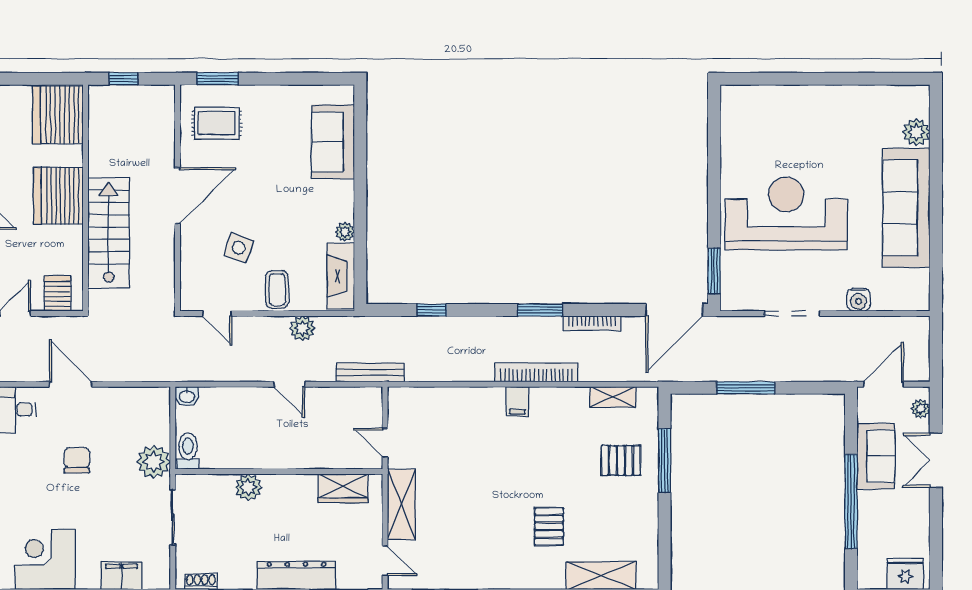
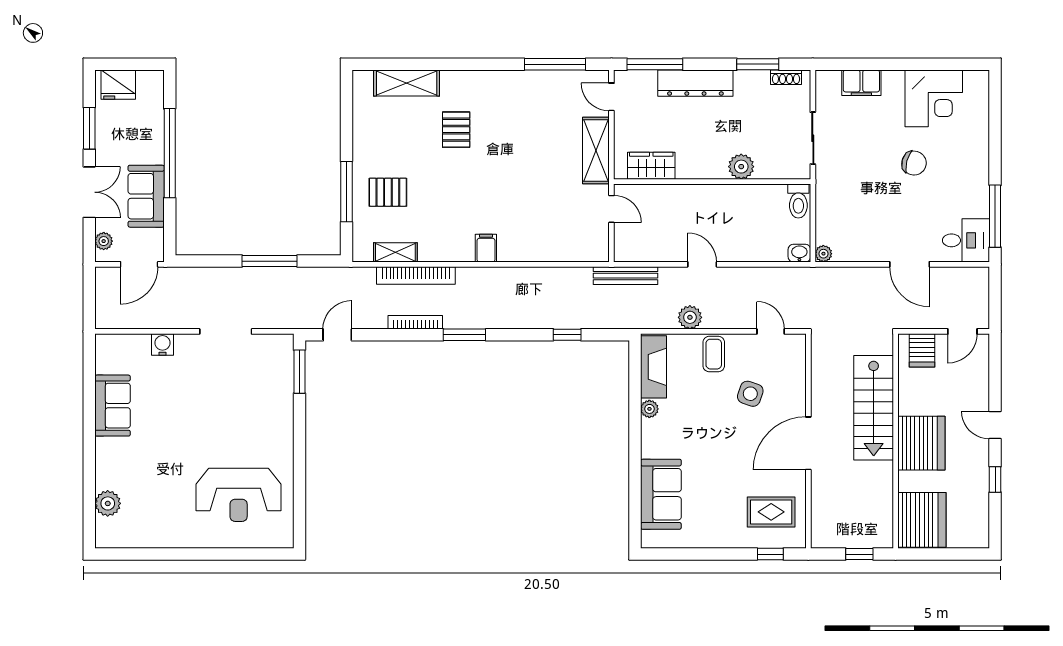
window: (218, 79) -> (770, 554), width x0.67
sofa: (906, 208) -> (112, 406), width x0.54, depth x0.79
reception desk: (786, 213) -> (239, 495), moved, width x0.74, depth x0.77
door: (674, 310) -> (337, 335), width x0.53
bookcase: (536, 372) -> (416, 276), moved
chair: (77, 460) -> (914, 163), moved, turned -75
plant: (154, 462) -> (823, 254), moved, width x0.53, depth x0.53
window: (936, 528) -> (89, 128), added

